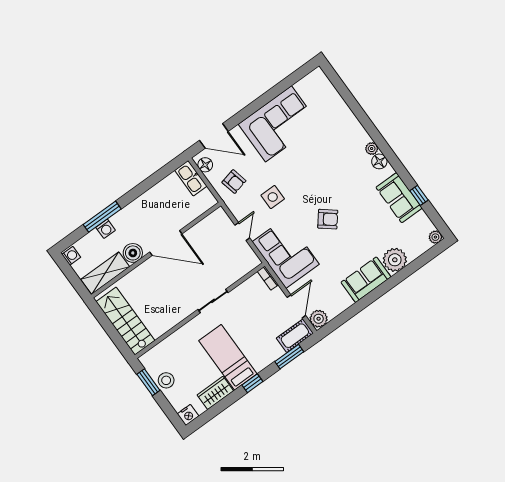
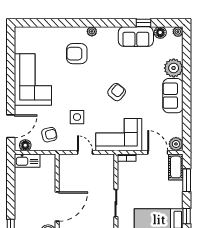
armchair: (338, 150) -> (77, 54), added
floor lamp: (379, 161) -> (160, 32), moved

